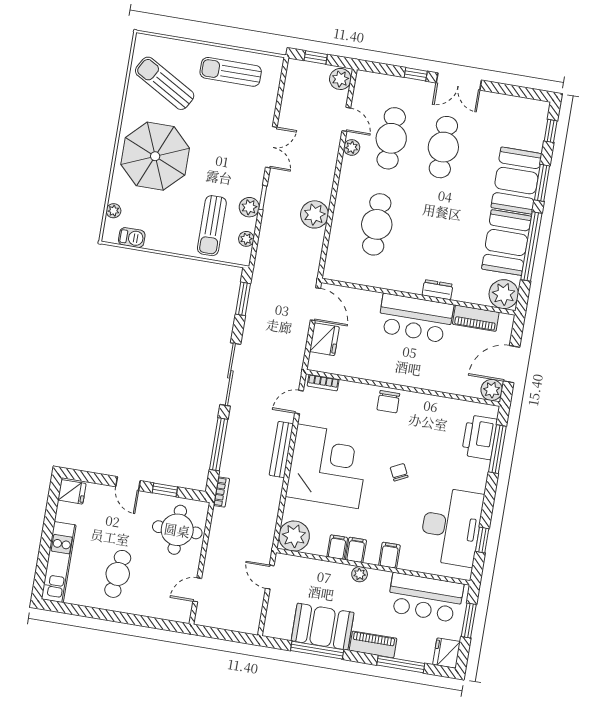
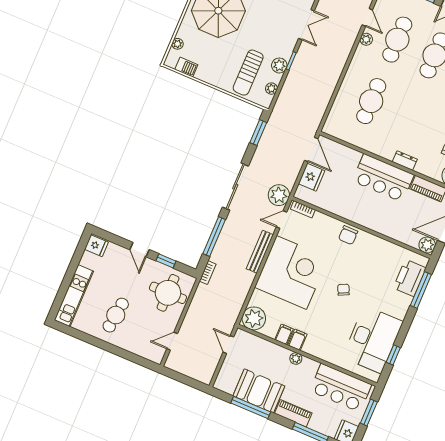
plant: (314, 214) -> (279, 195), moved
filing cabinet: (389, 555) -> (321, 350), removed

